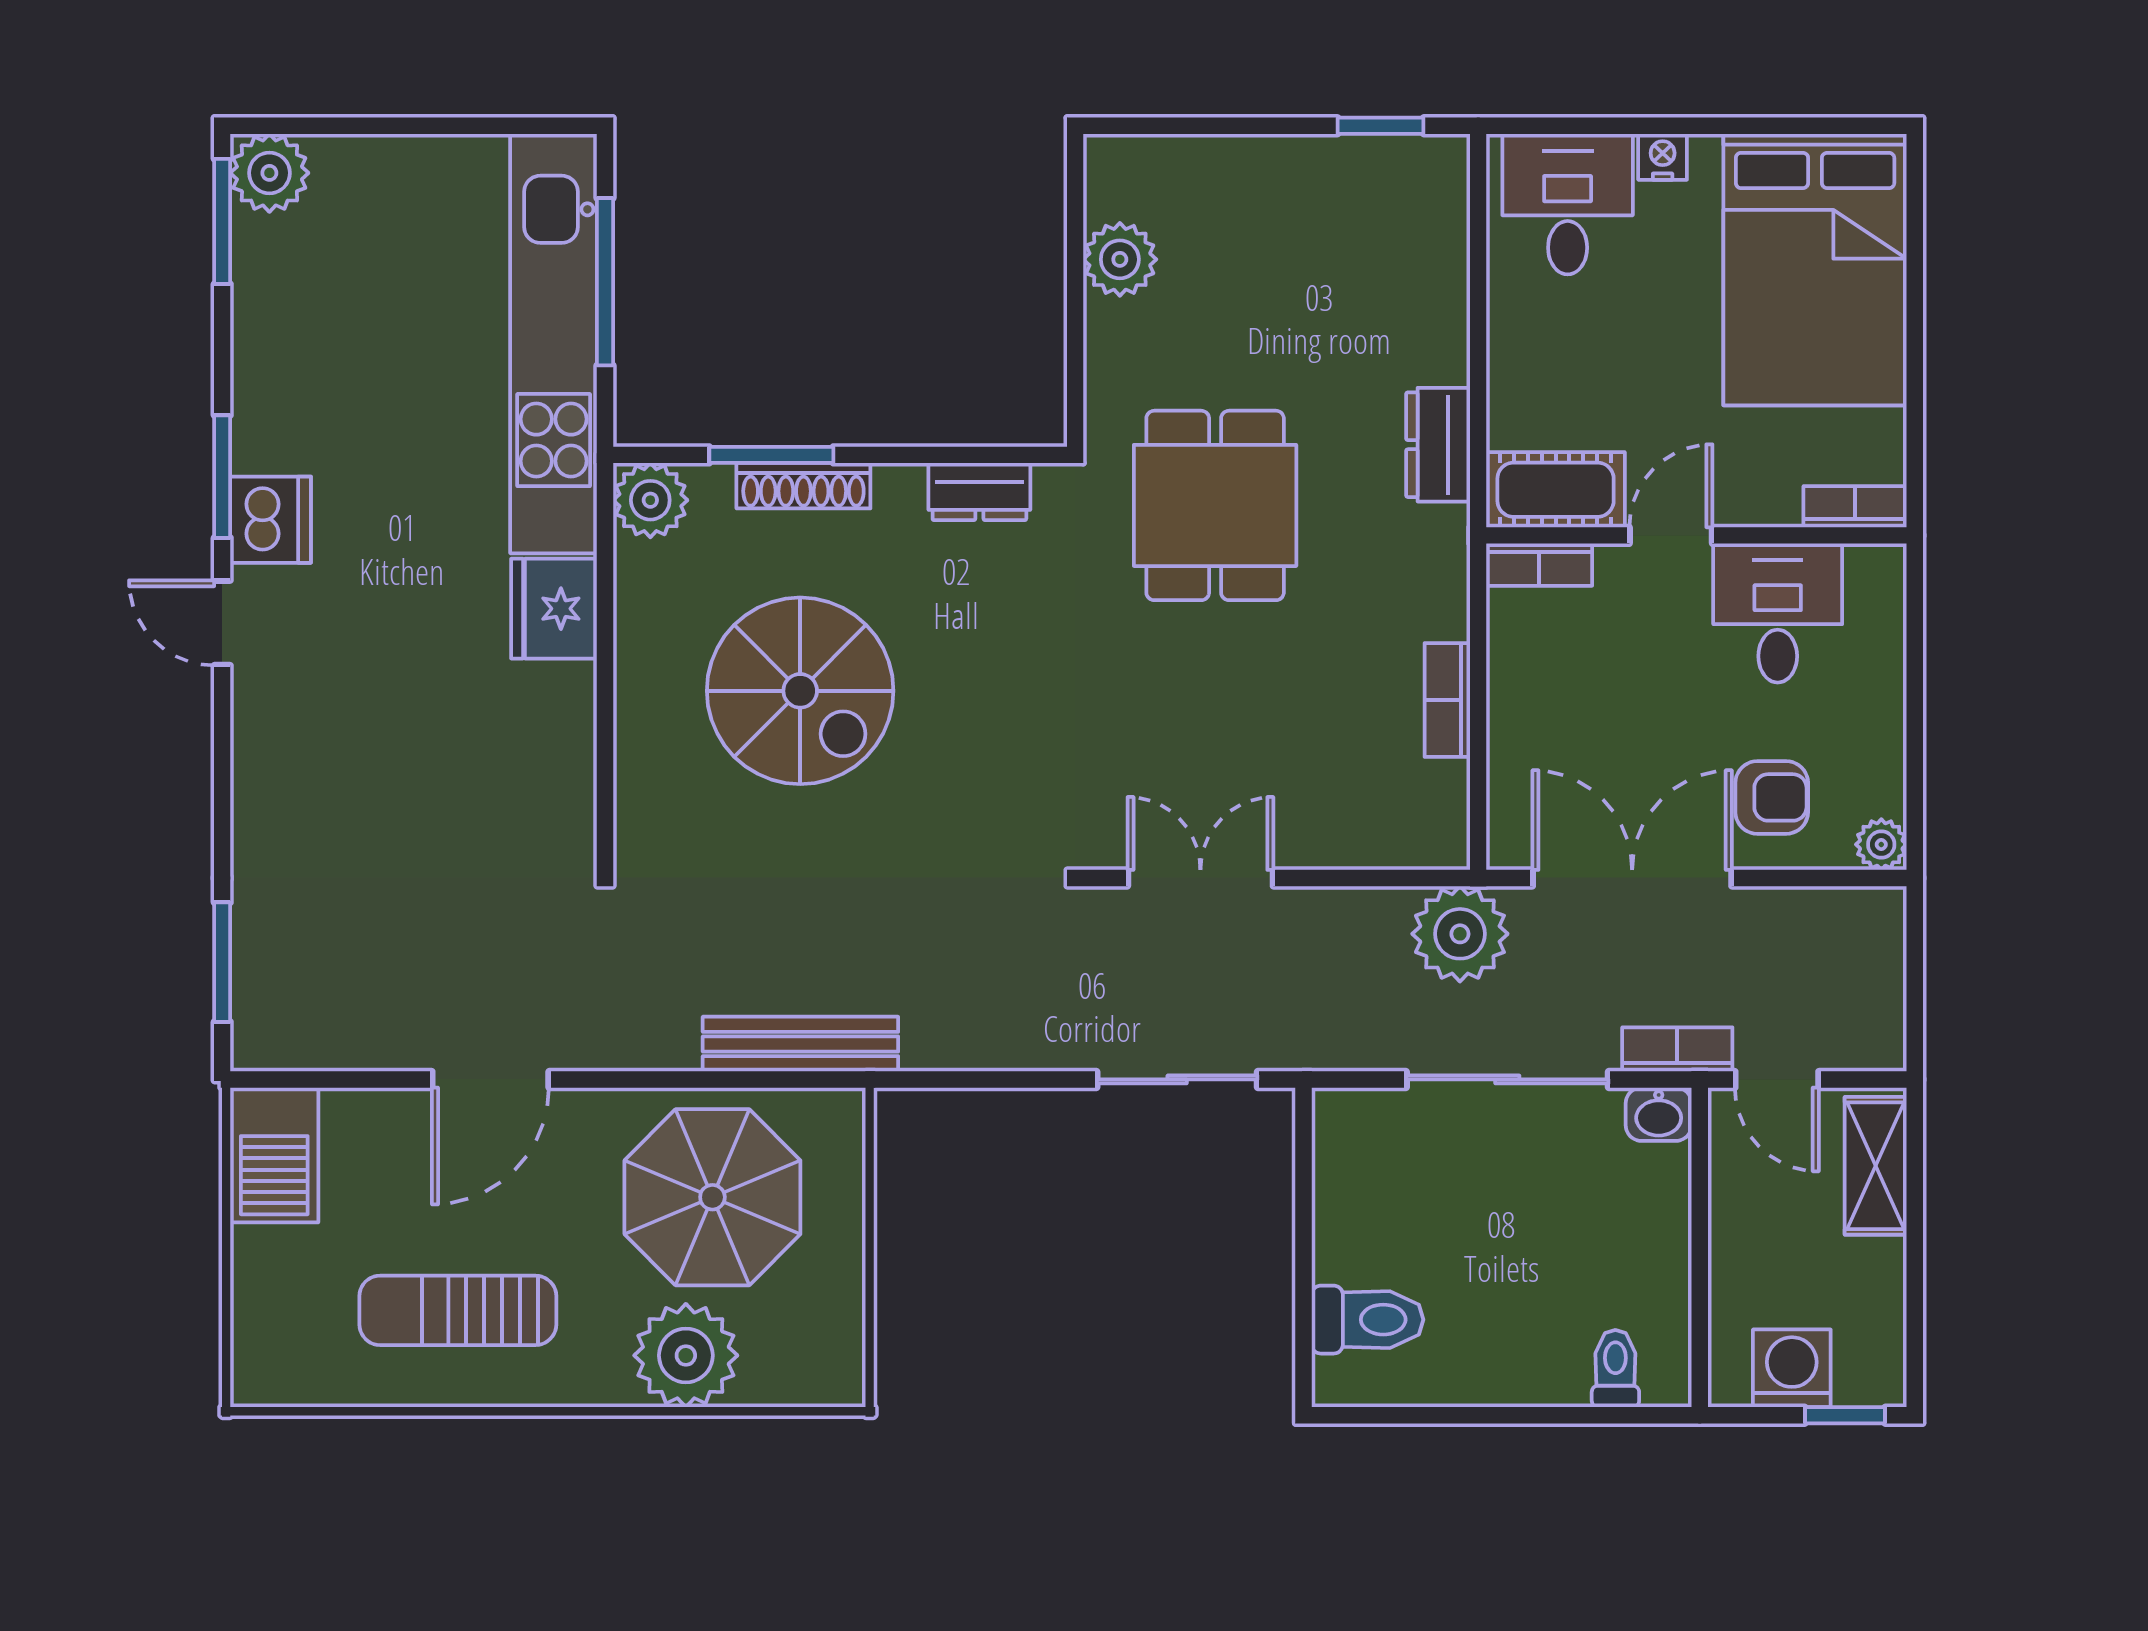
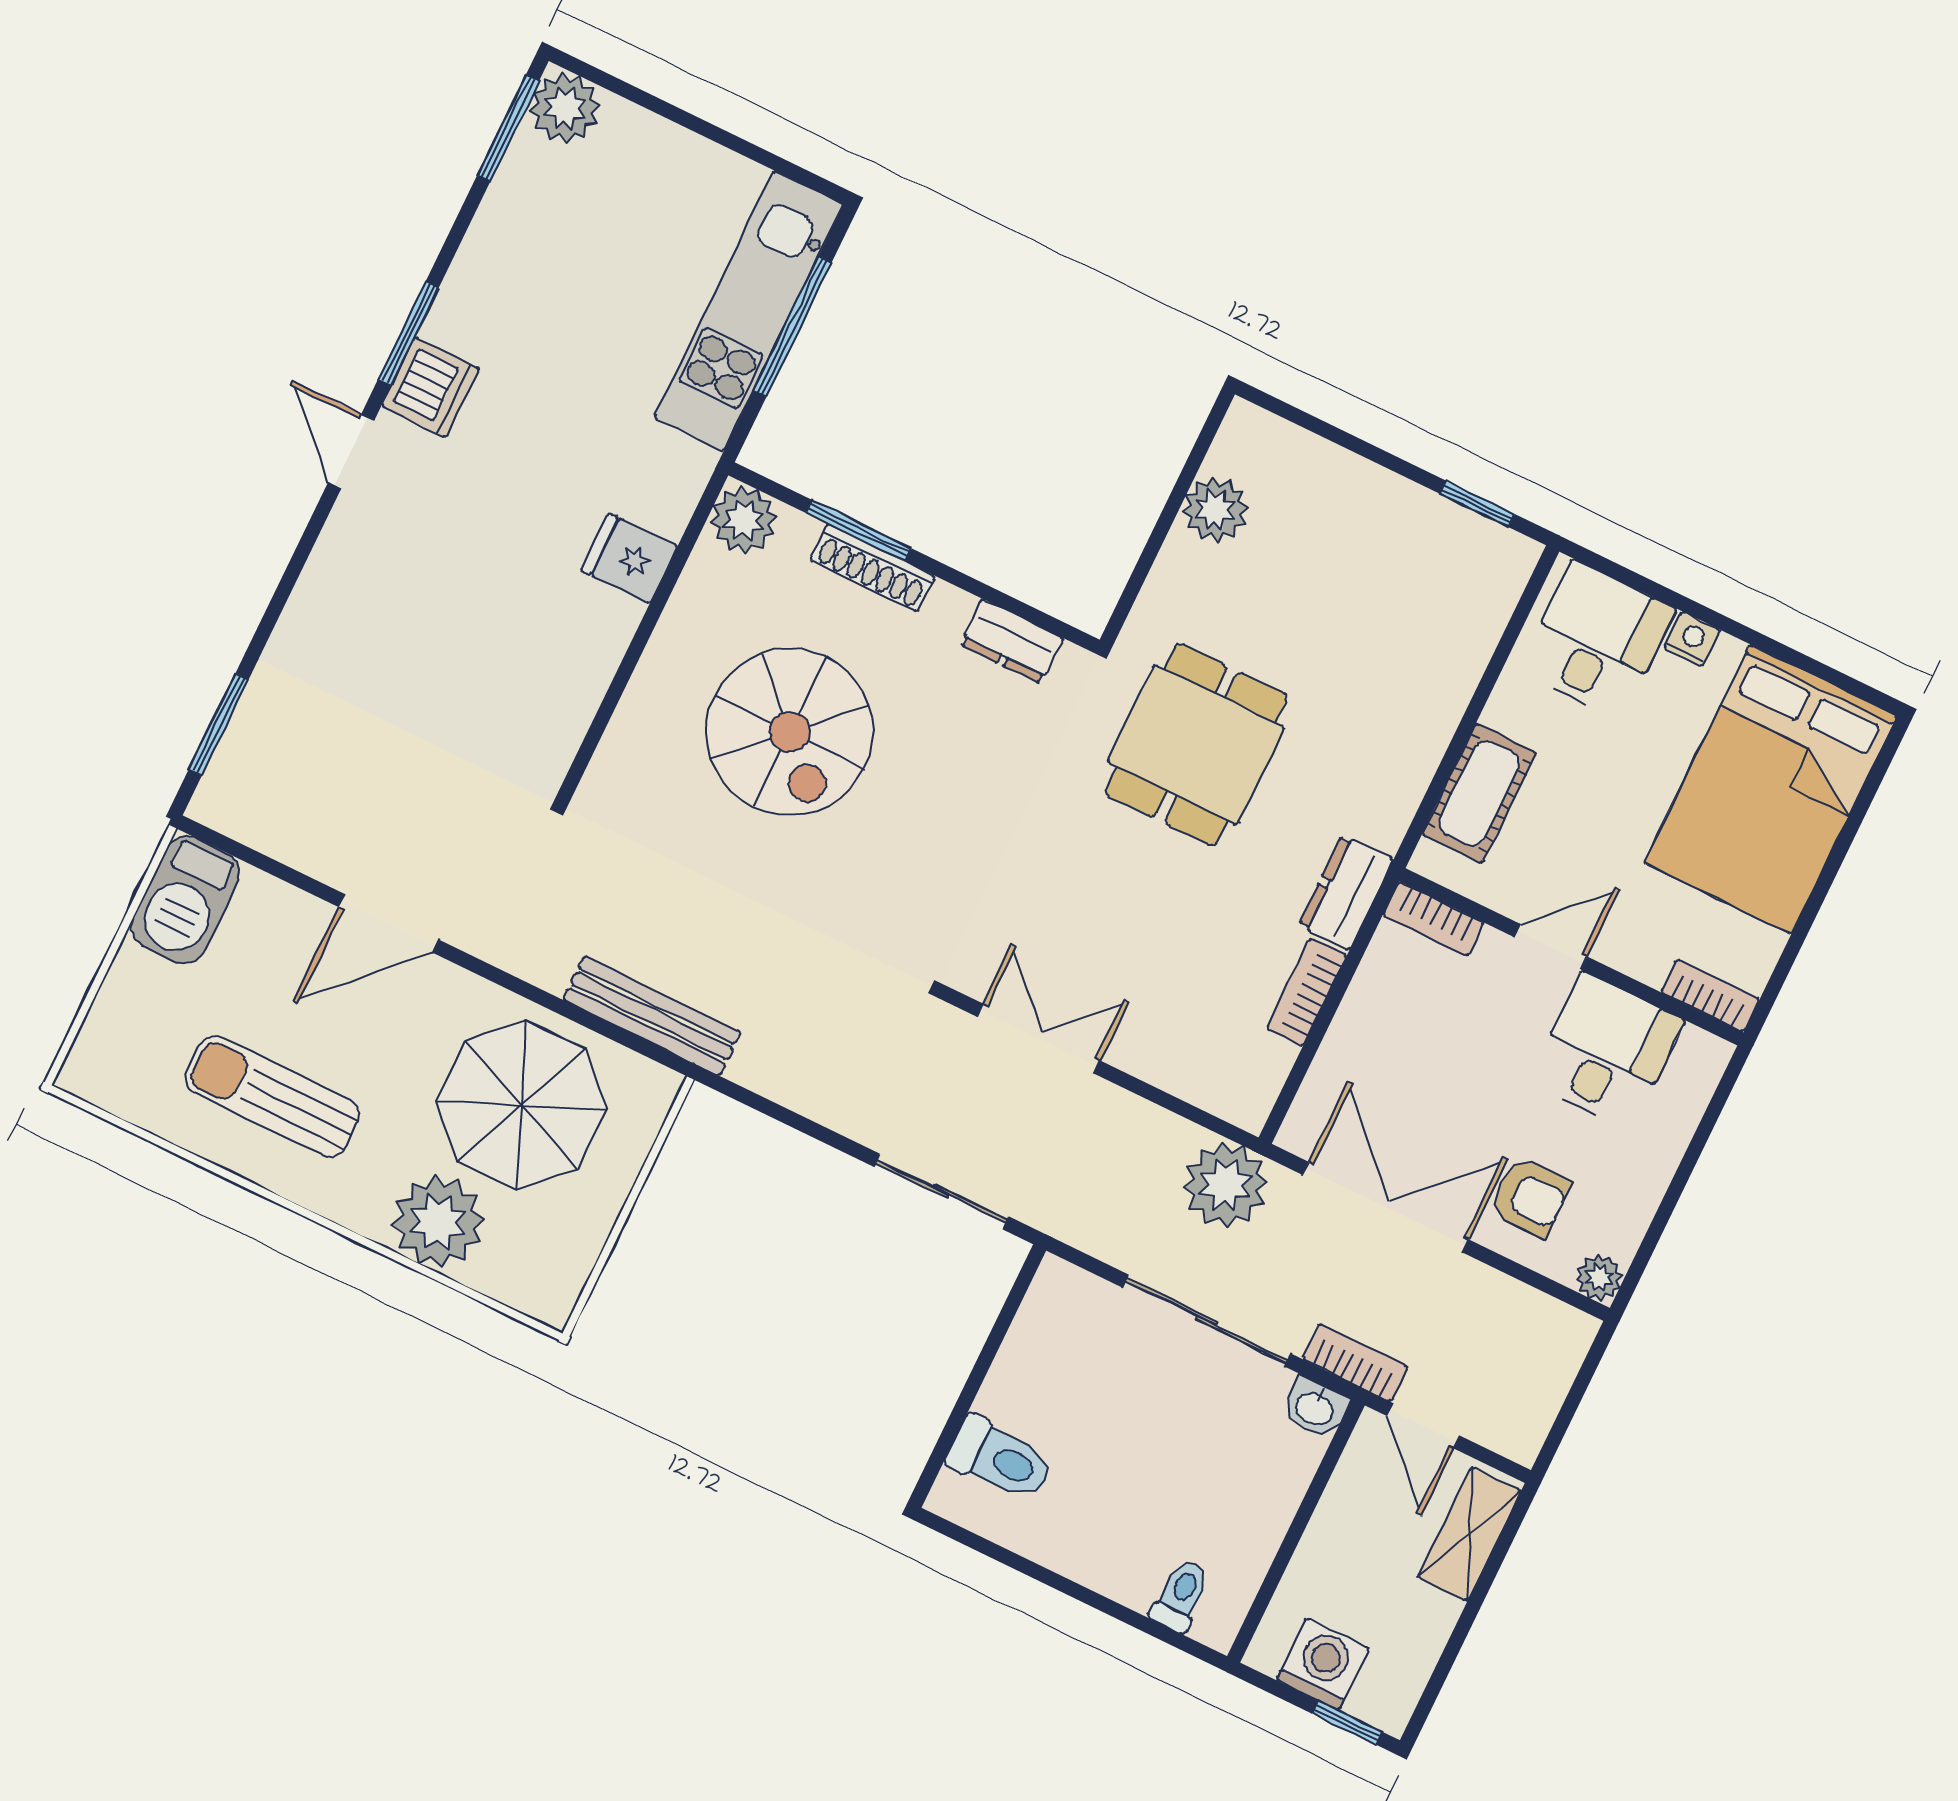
kitchen unit: (554, 344) -> (749, 311), width x0.73
dresser: (1438, 445) -> (1346, 892), moved
cot: (1556, 490) -> (1479, 793), moved, turned 90
fridge: (554, 609) -> (629, 558), width x0.72

